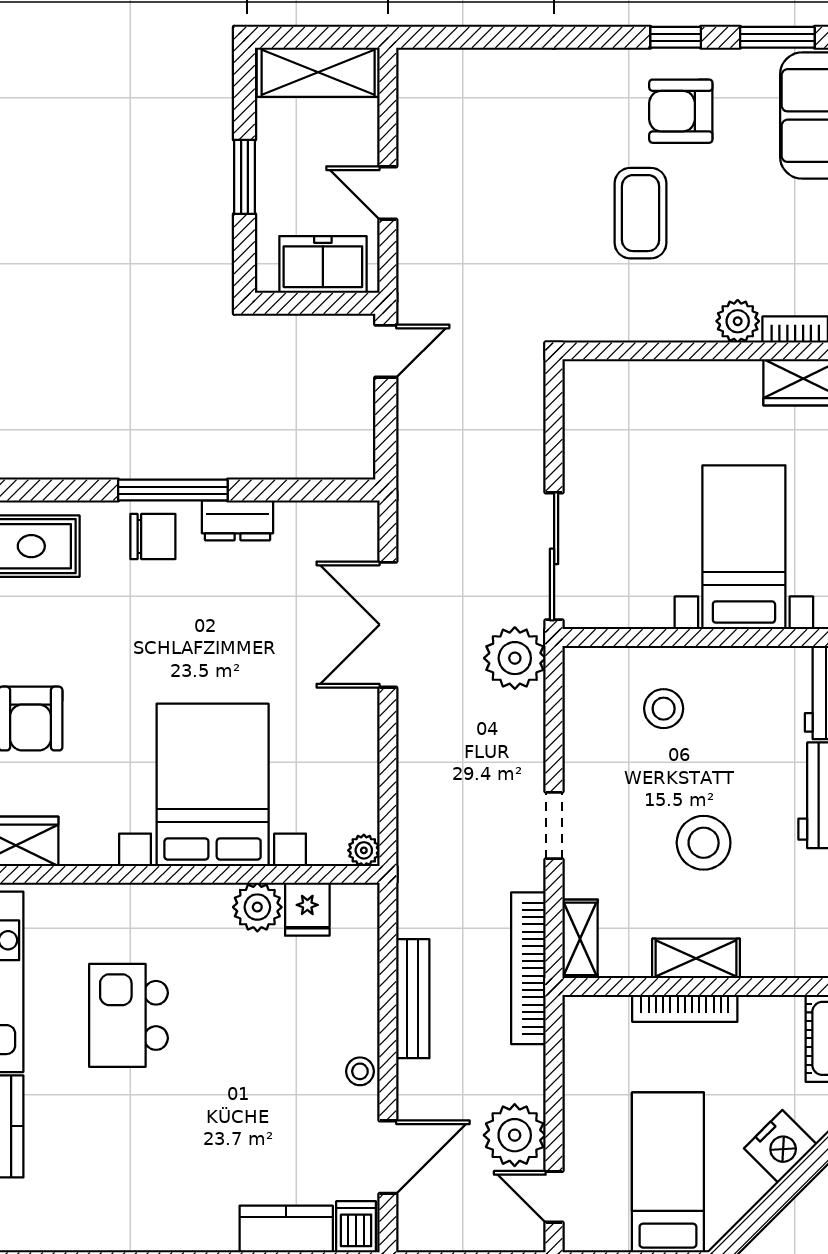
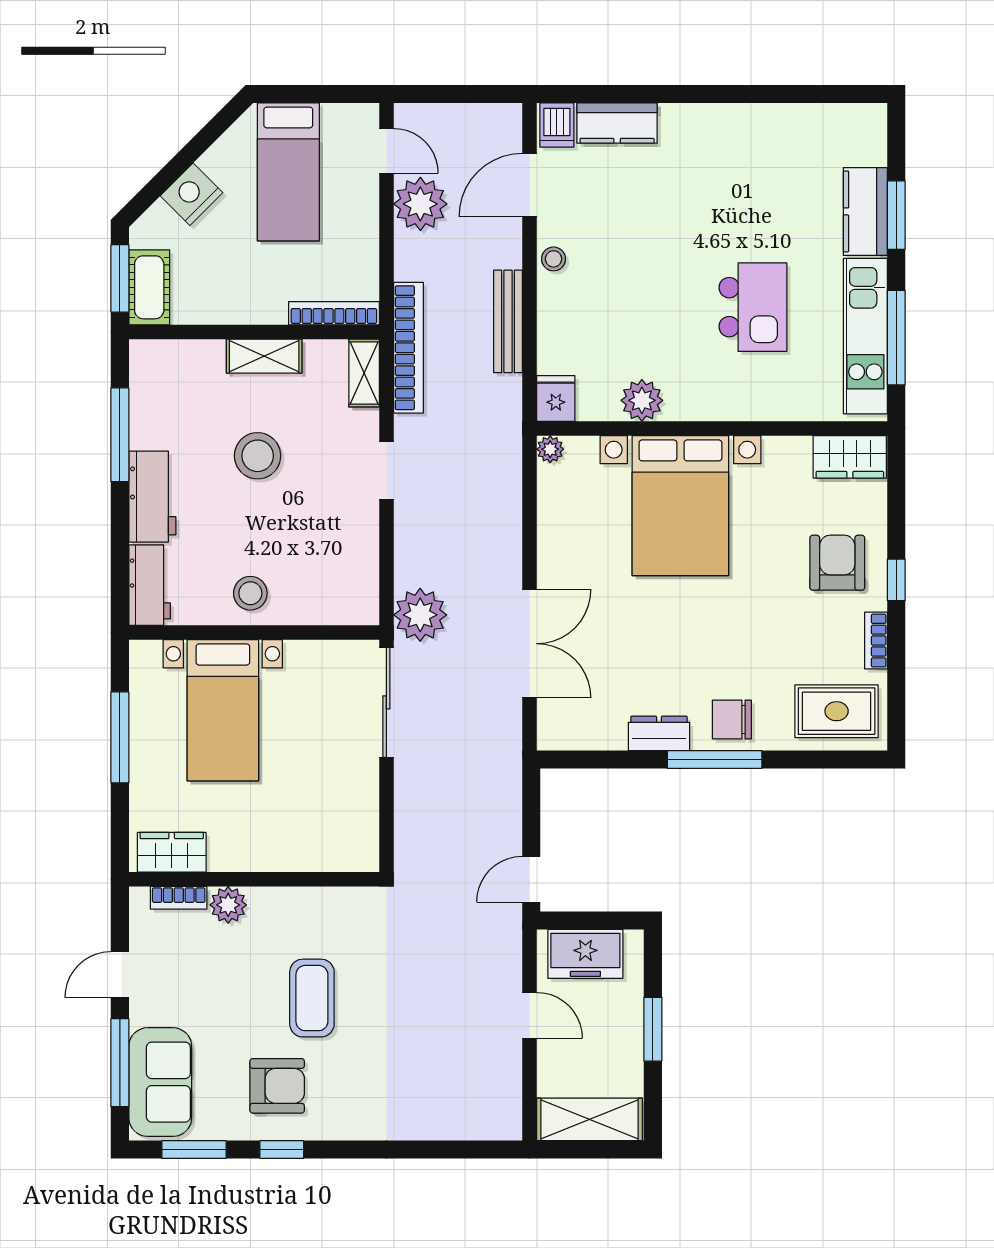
stool: (664, 709) -> (250, 593), moved
fridge: (307, 909) -> (556, 399), moved
bookcase: (685, 1008) -> (334, 313), moved

